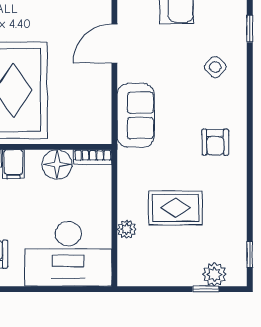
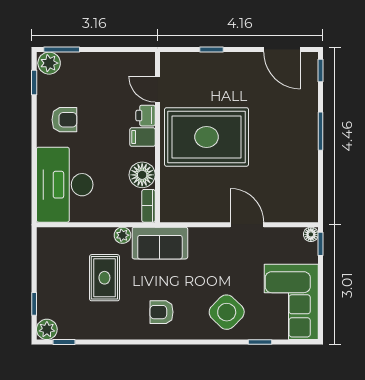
side table: (215, 67) -> (227, 312), width x1.87, depth x1.87
sofa: (136, 115) -> (160, 243), moved
plant: (127, 229) -> (122, 235), moved
plant: (214, 274) -> (47, 329), moved

